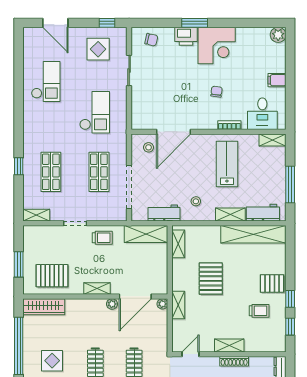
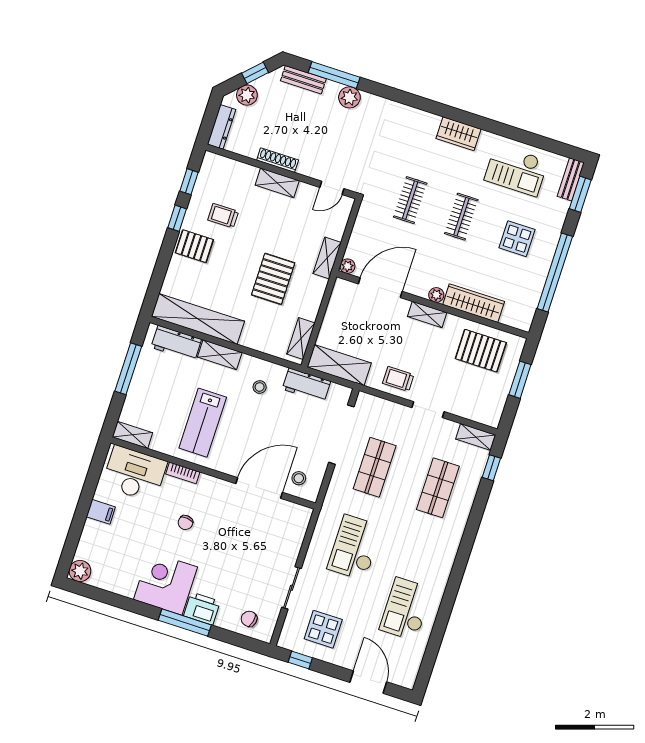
window: (195, 23) -> (185, 623), width x1.44
desk: (262, 114) -> (135, 474), width x1.37
window: (19, 166) -> (491, 468), moved
plant: (112, 304) -> (436, 295), moved
wardrobe: (44, 307) -> (474, 303), moved

